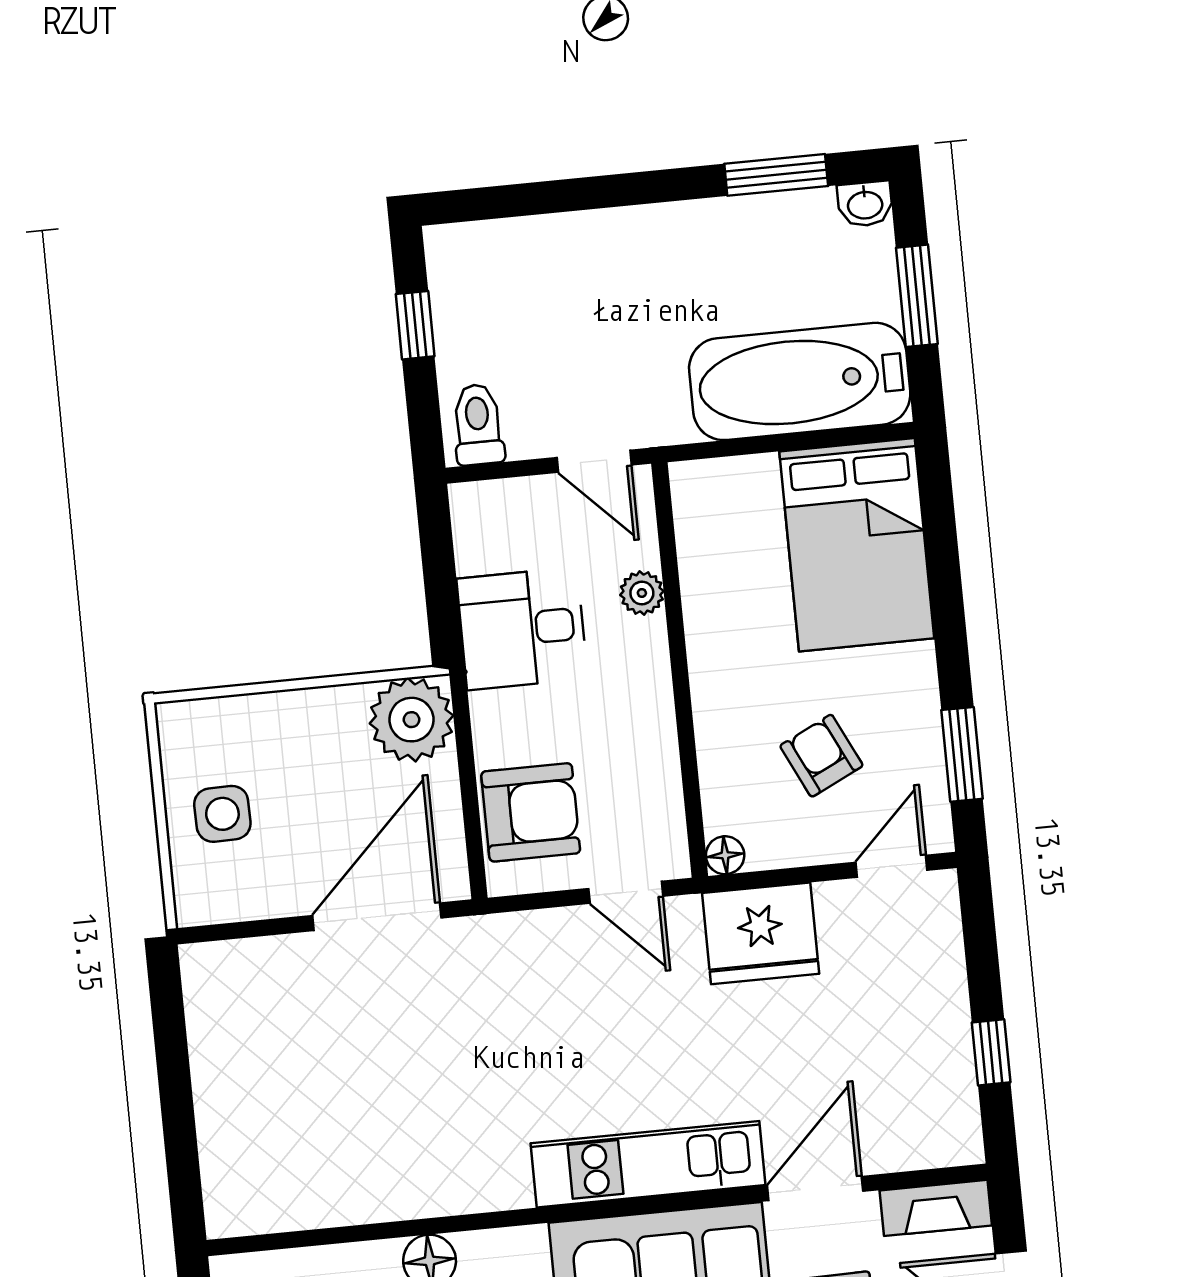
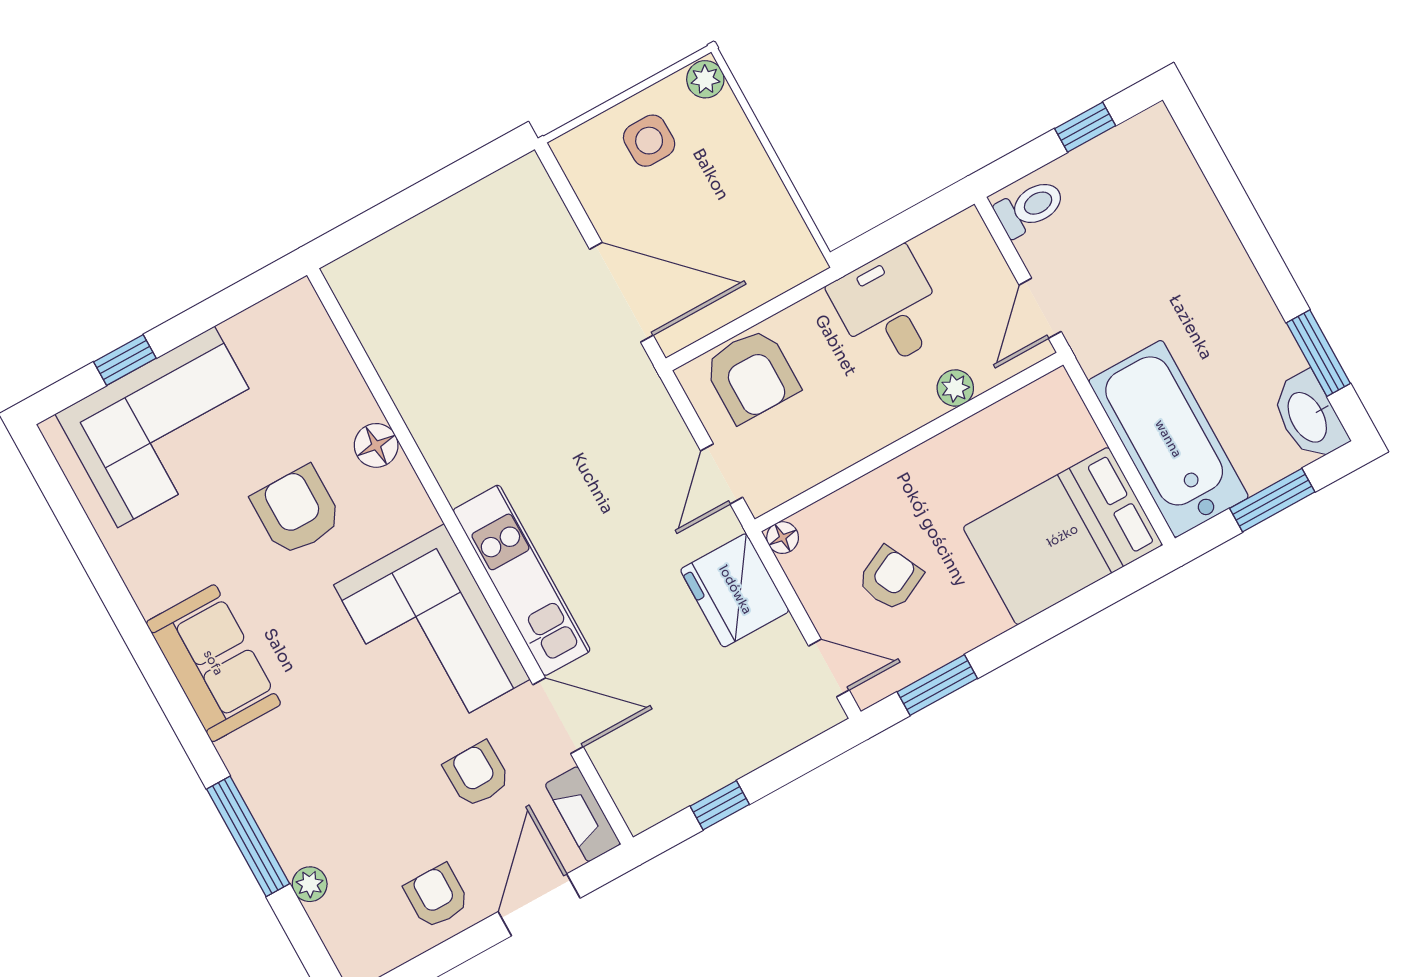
washbasin: (865, 204) -> (1309, 417), width x1.91, depth x1.45
plant: (411, 720) -> (705, 79), moved, width x0.53, depth x0.53

